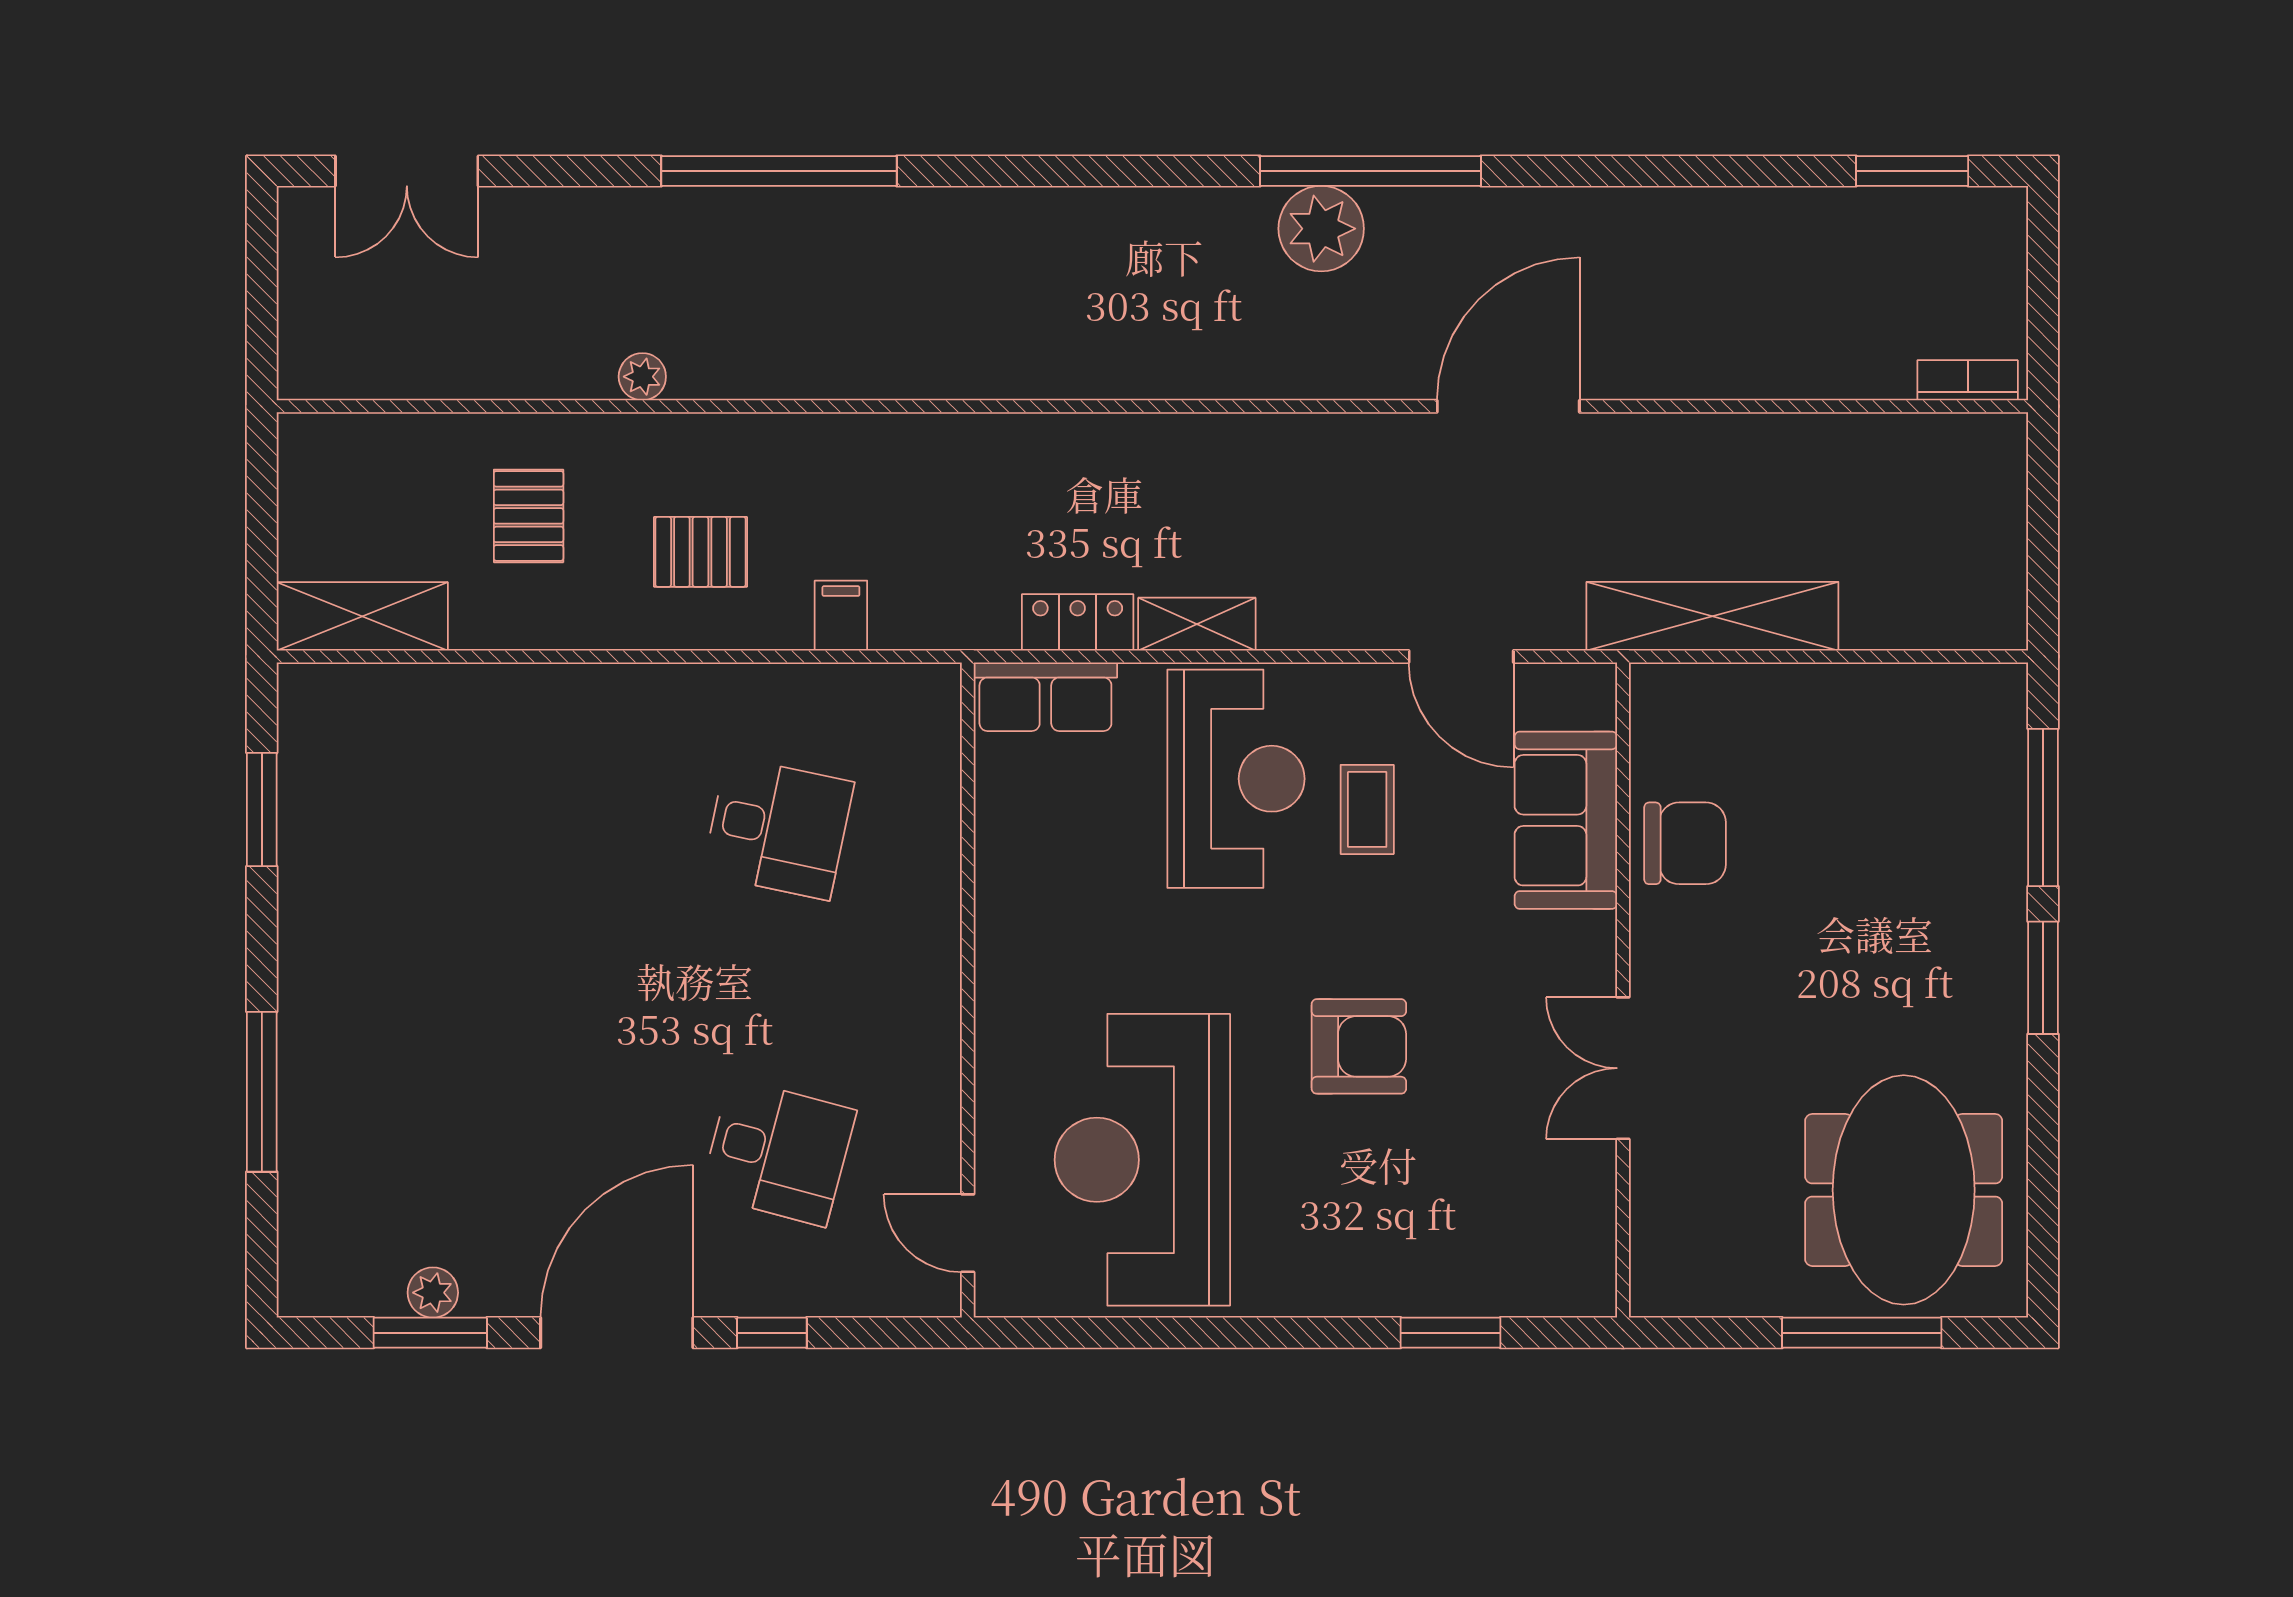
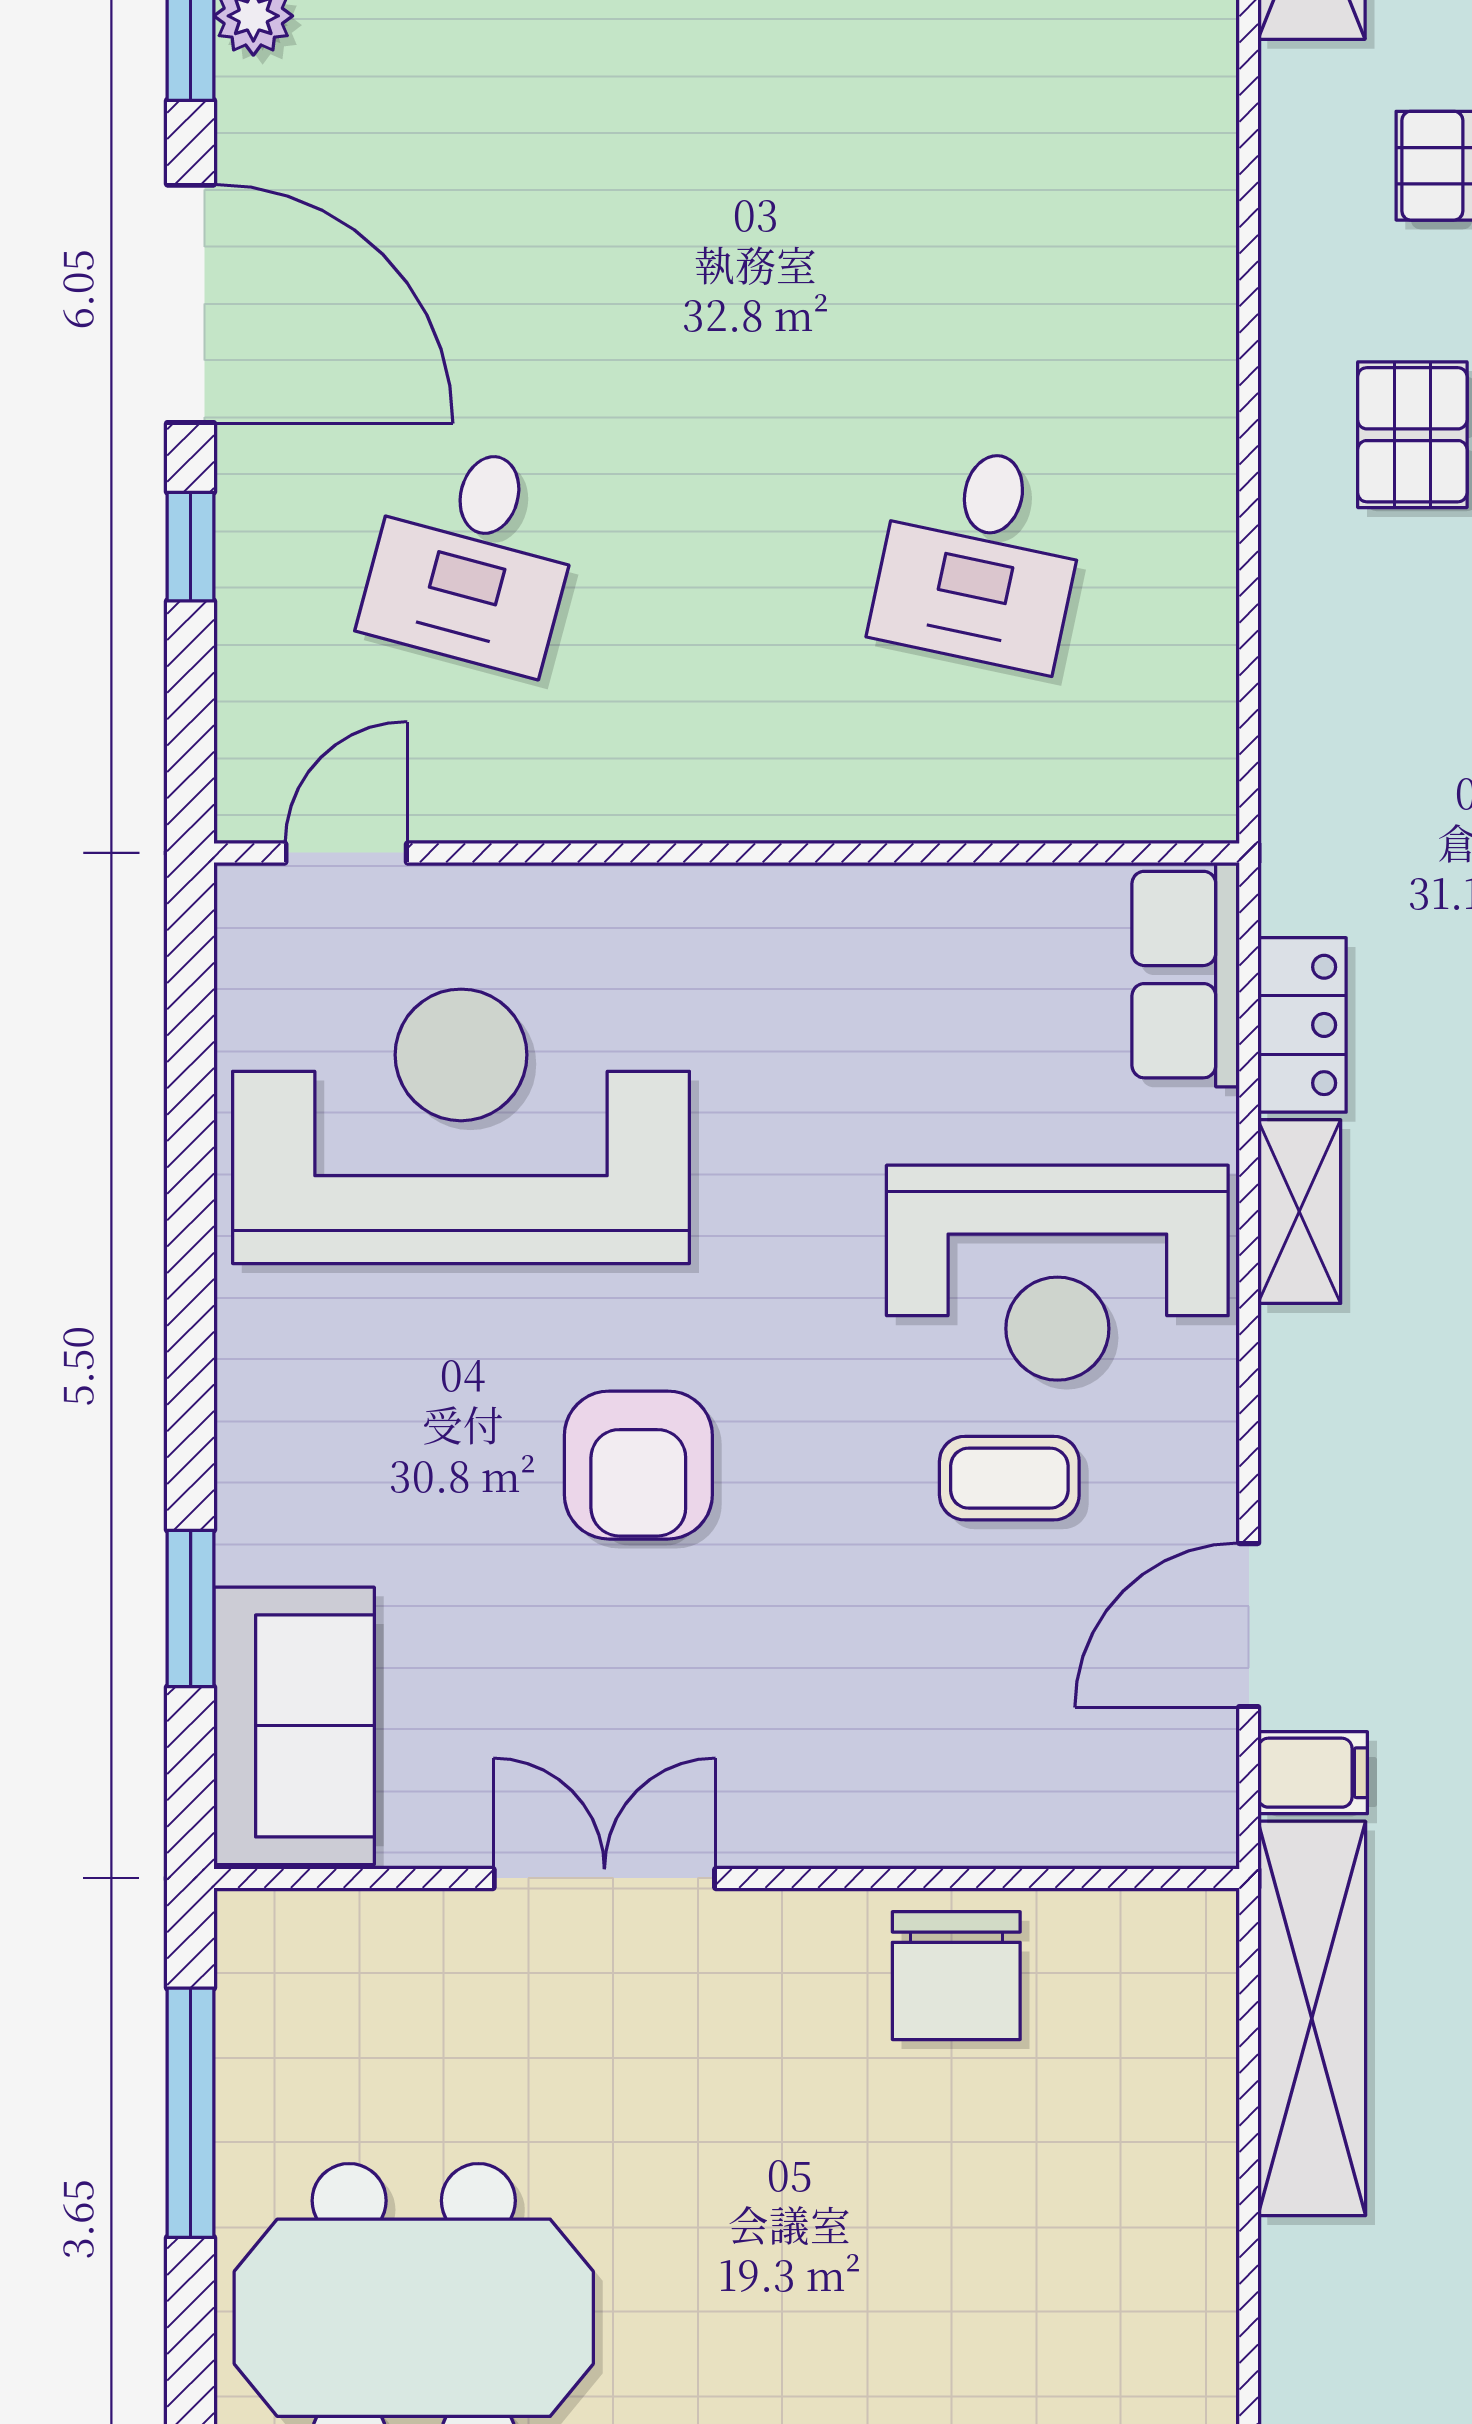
filing cabinet: (841, 616) -> (1313, 1773), moved
sofa: (1566, 820) -> (294, 1726), moved, turned 90
window: (1862, 1333) -> (191, 2113), moved

